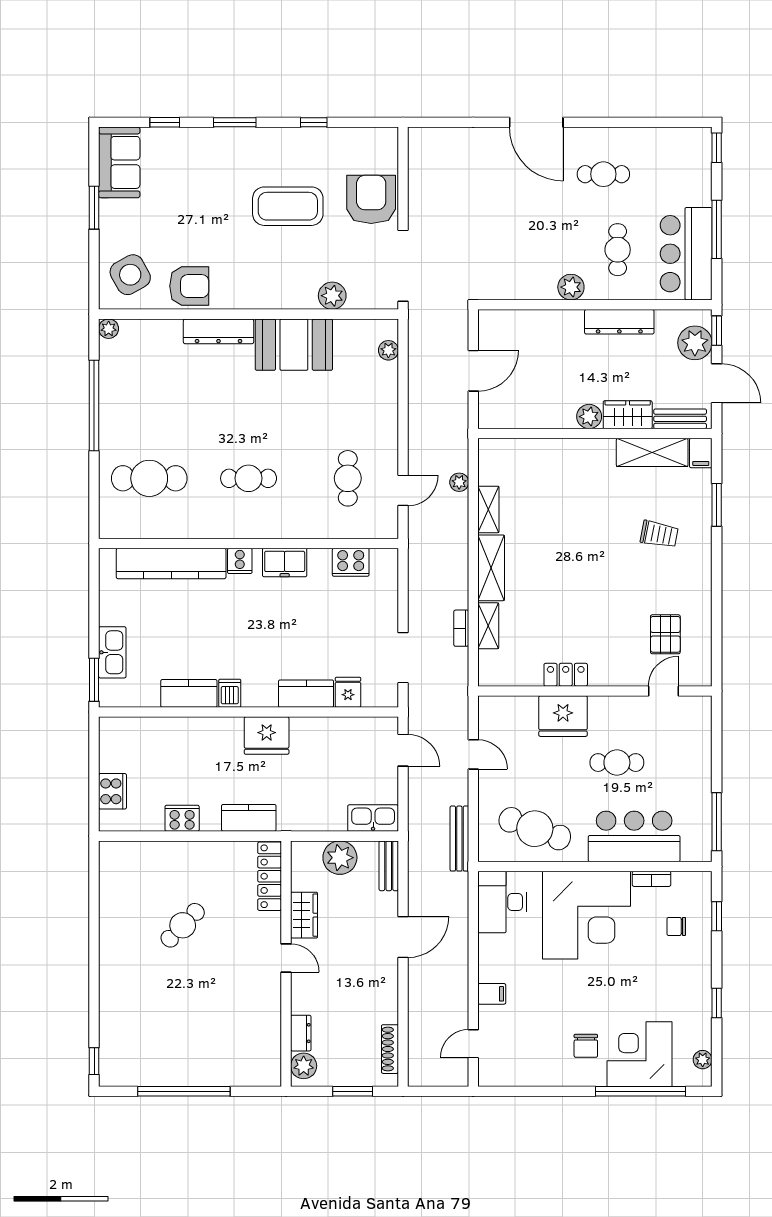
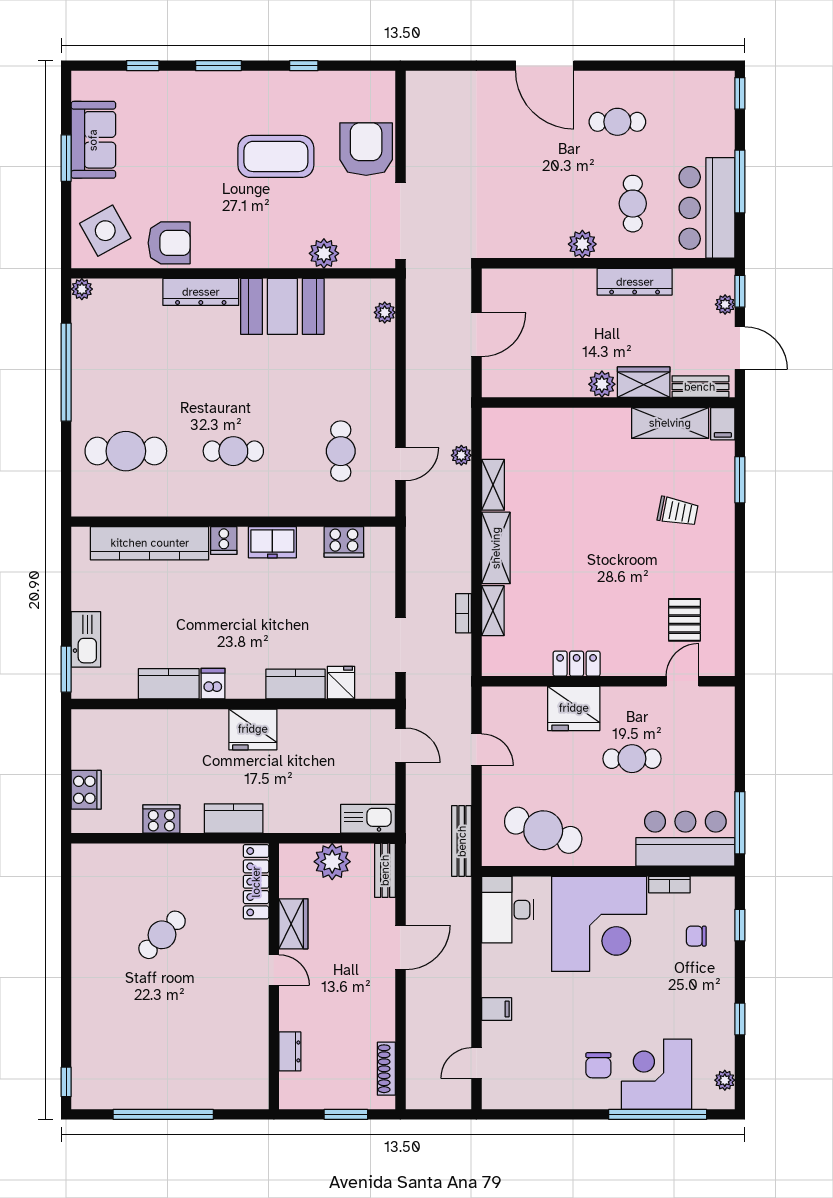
sofa: (119, 162) -> (93, 140), moved
plant: (695, 343) -> (725, 304), width x0.53, depth x0.53
bar counter: (634, 836) -> (685, 839), moved
plant: (304, 1066) -> (293, 1087), removed

